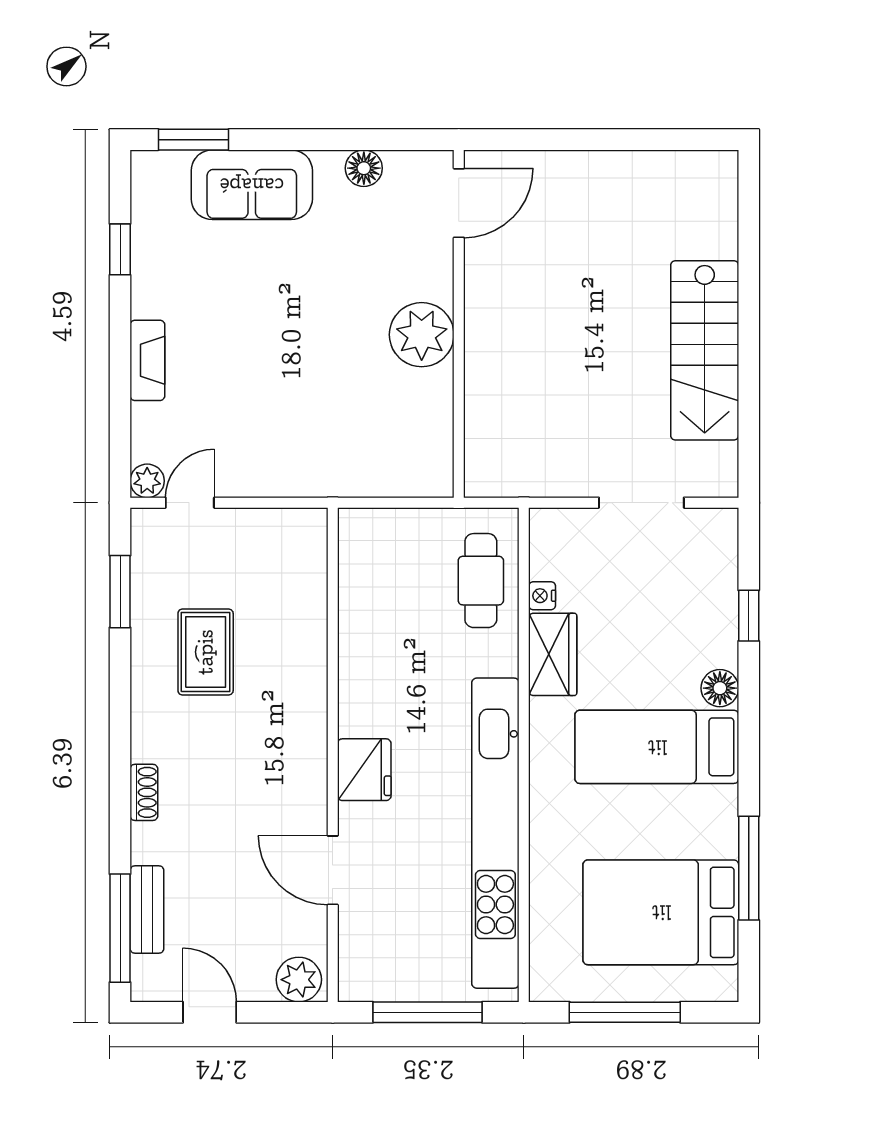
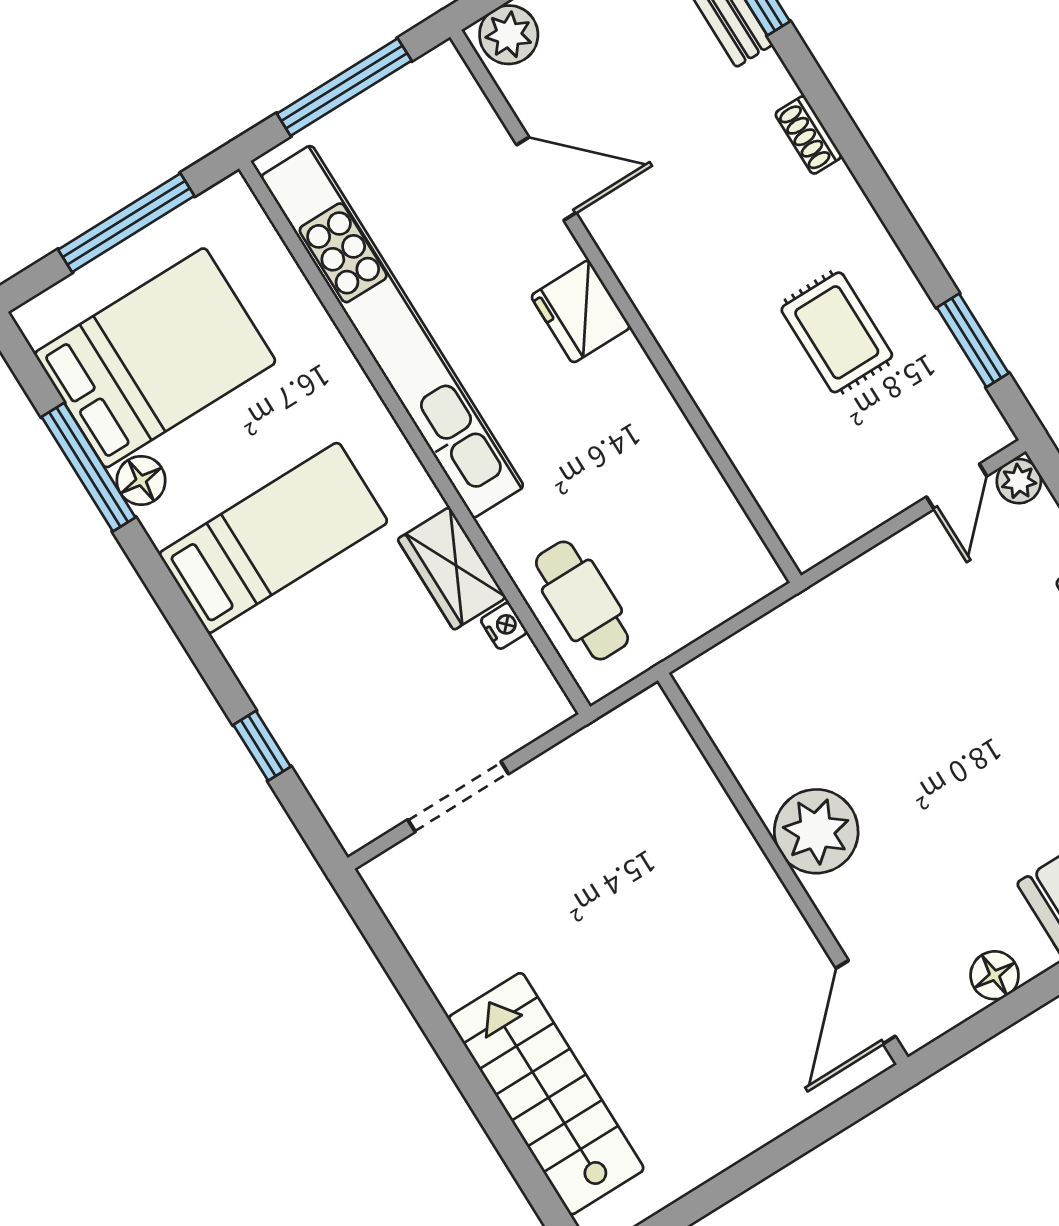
stairs: (705, 350) -> (546, 1094), moved
floor lamp: (720, 688) -> (141, 480), moved

